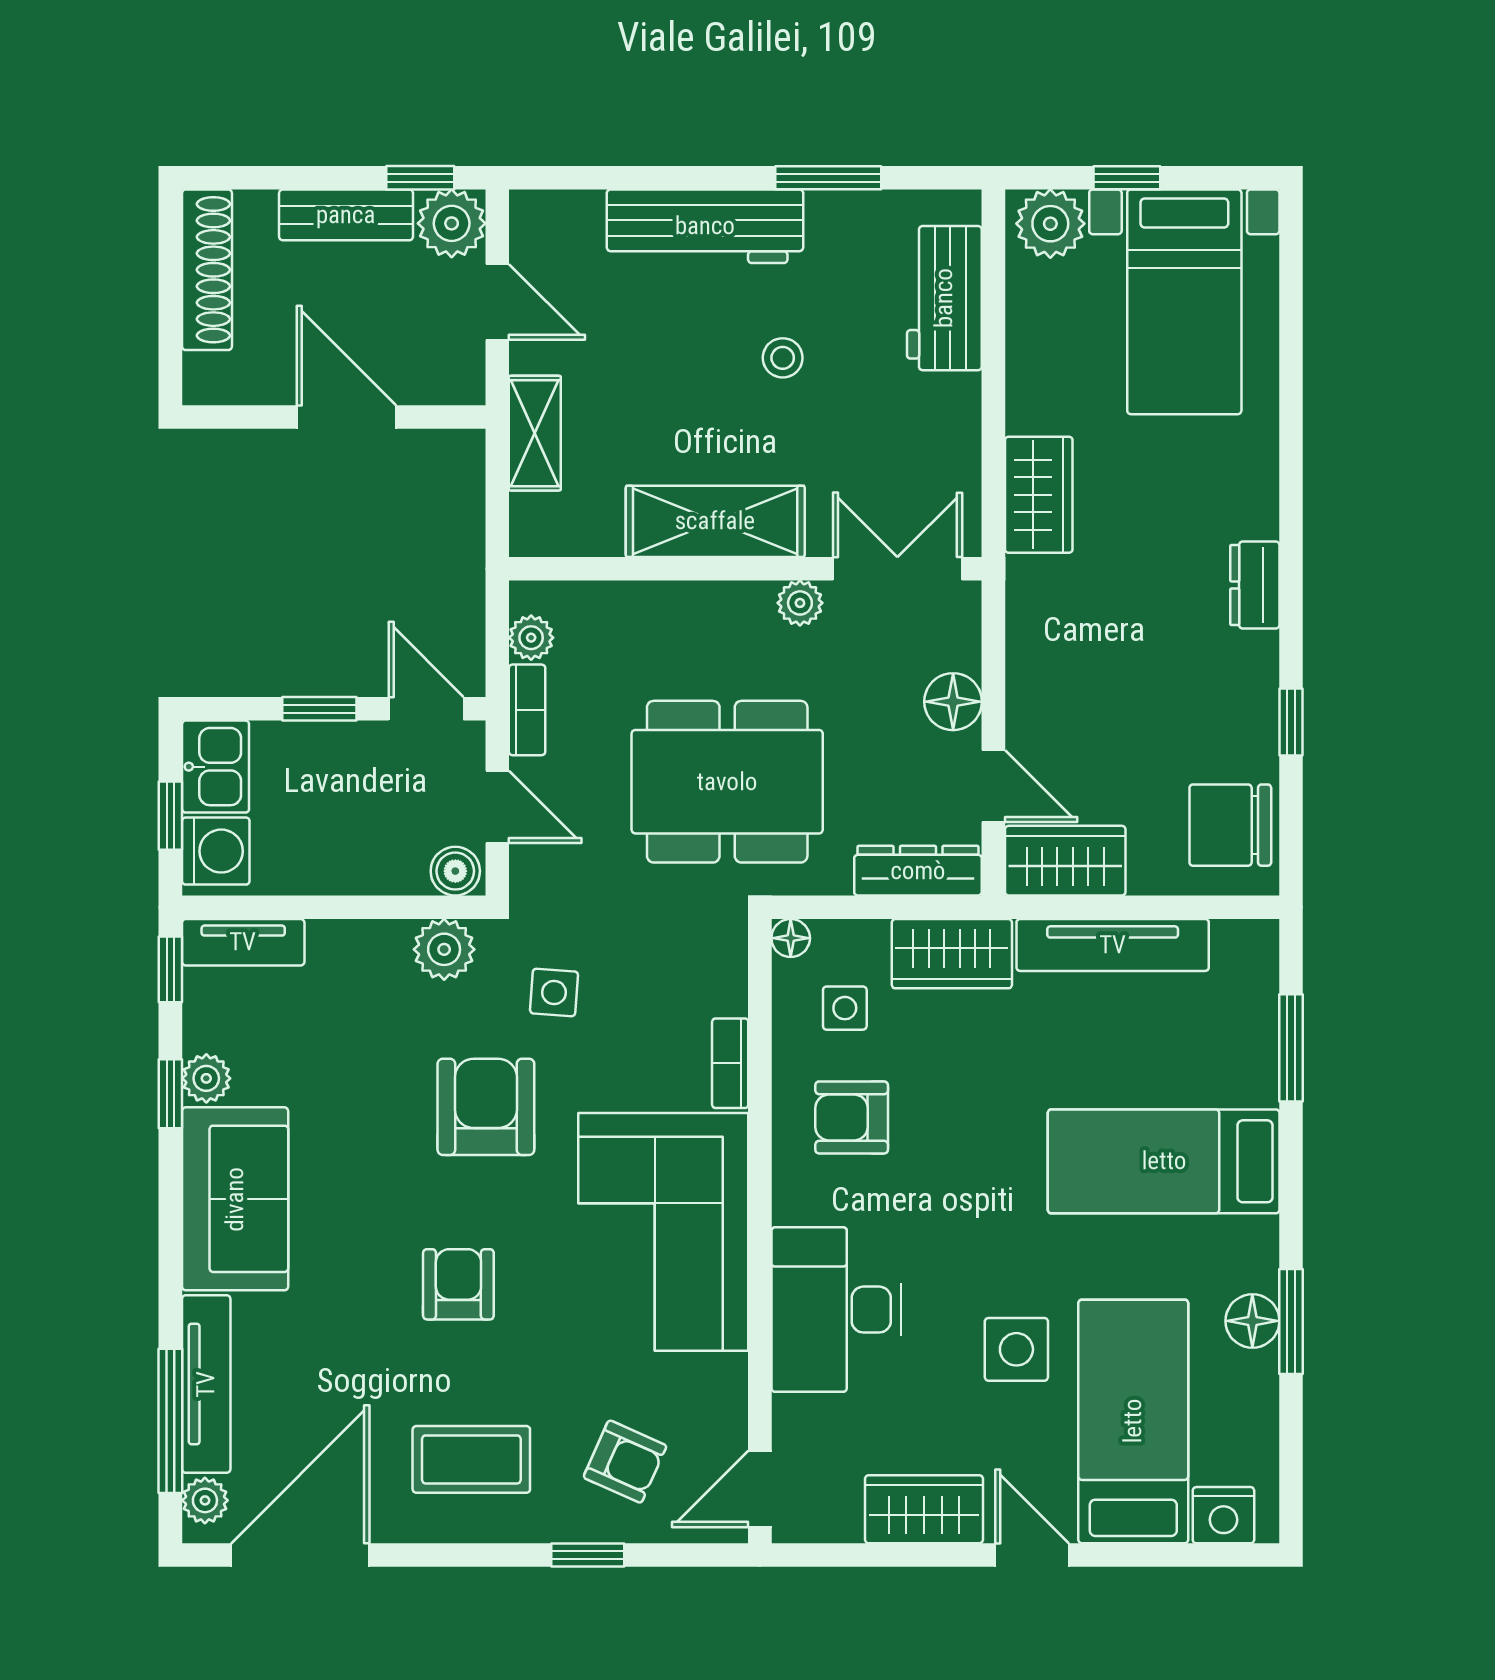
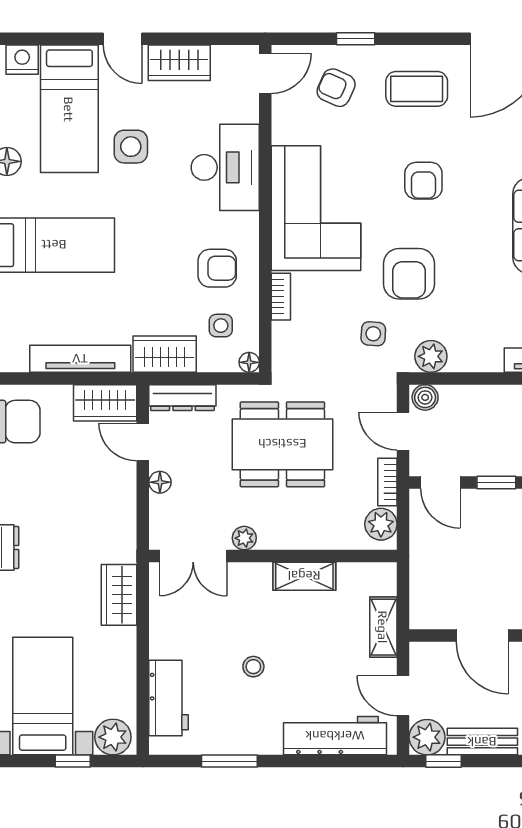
workbench: (705, 226) -> (335, 736), moved
shelving: (715, 521) -> (304, 576), width x0.67, depth x0.75
plant: (531, 638) -> (381, 524), width x1.38, depth x1.38
floor lamp: (953, 702) -> (160, 482), width x0.73, depth x0.73

